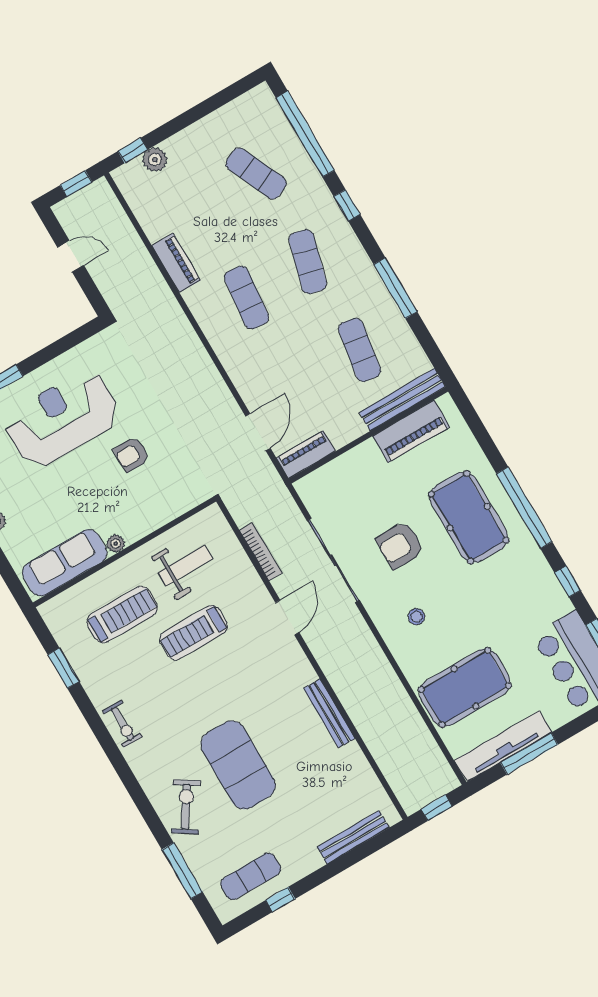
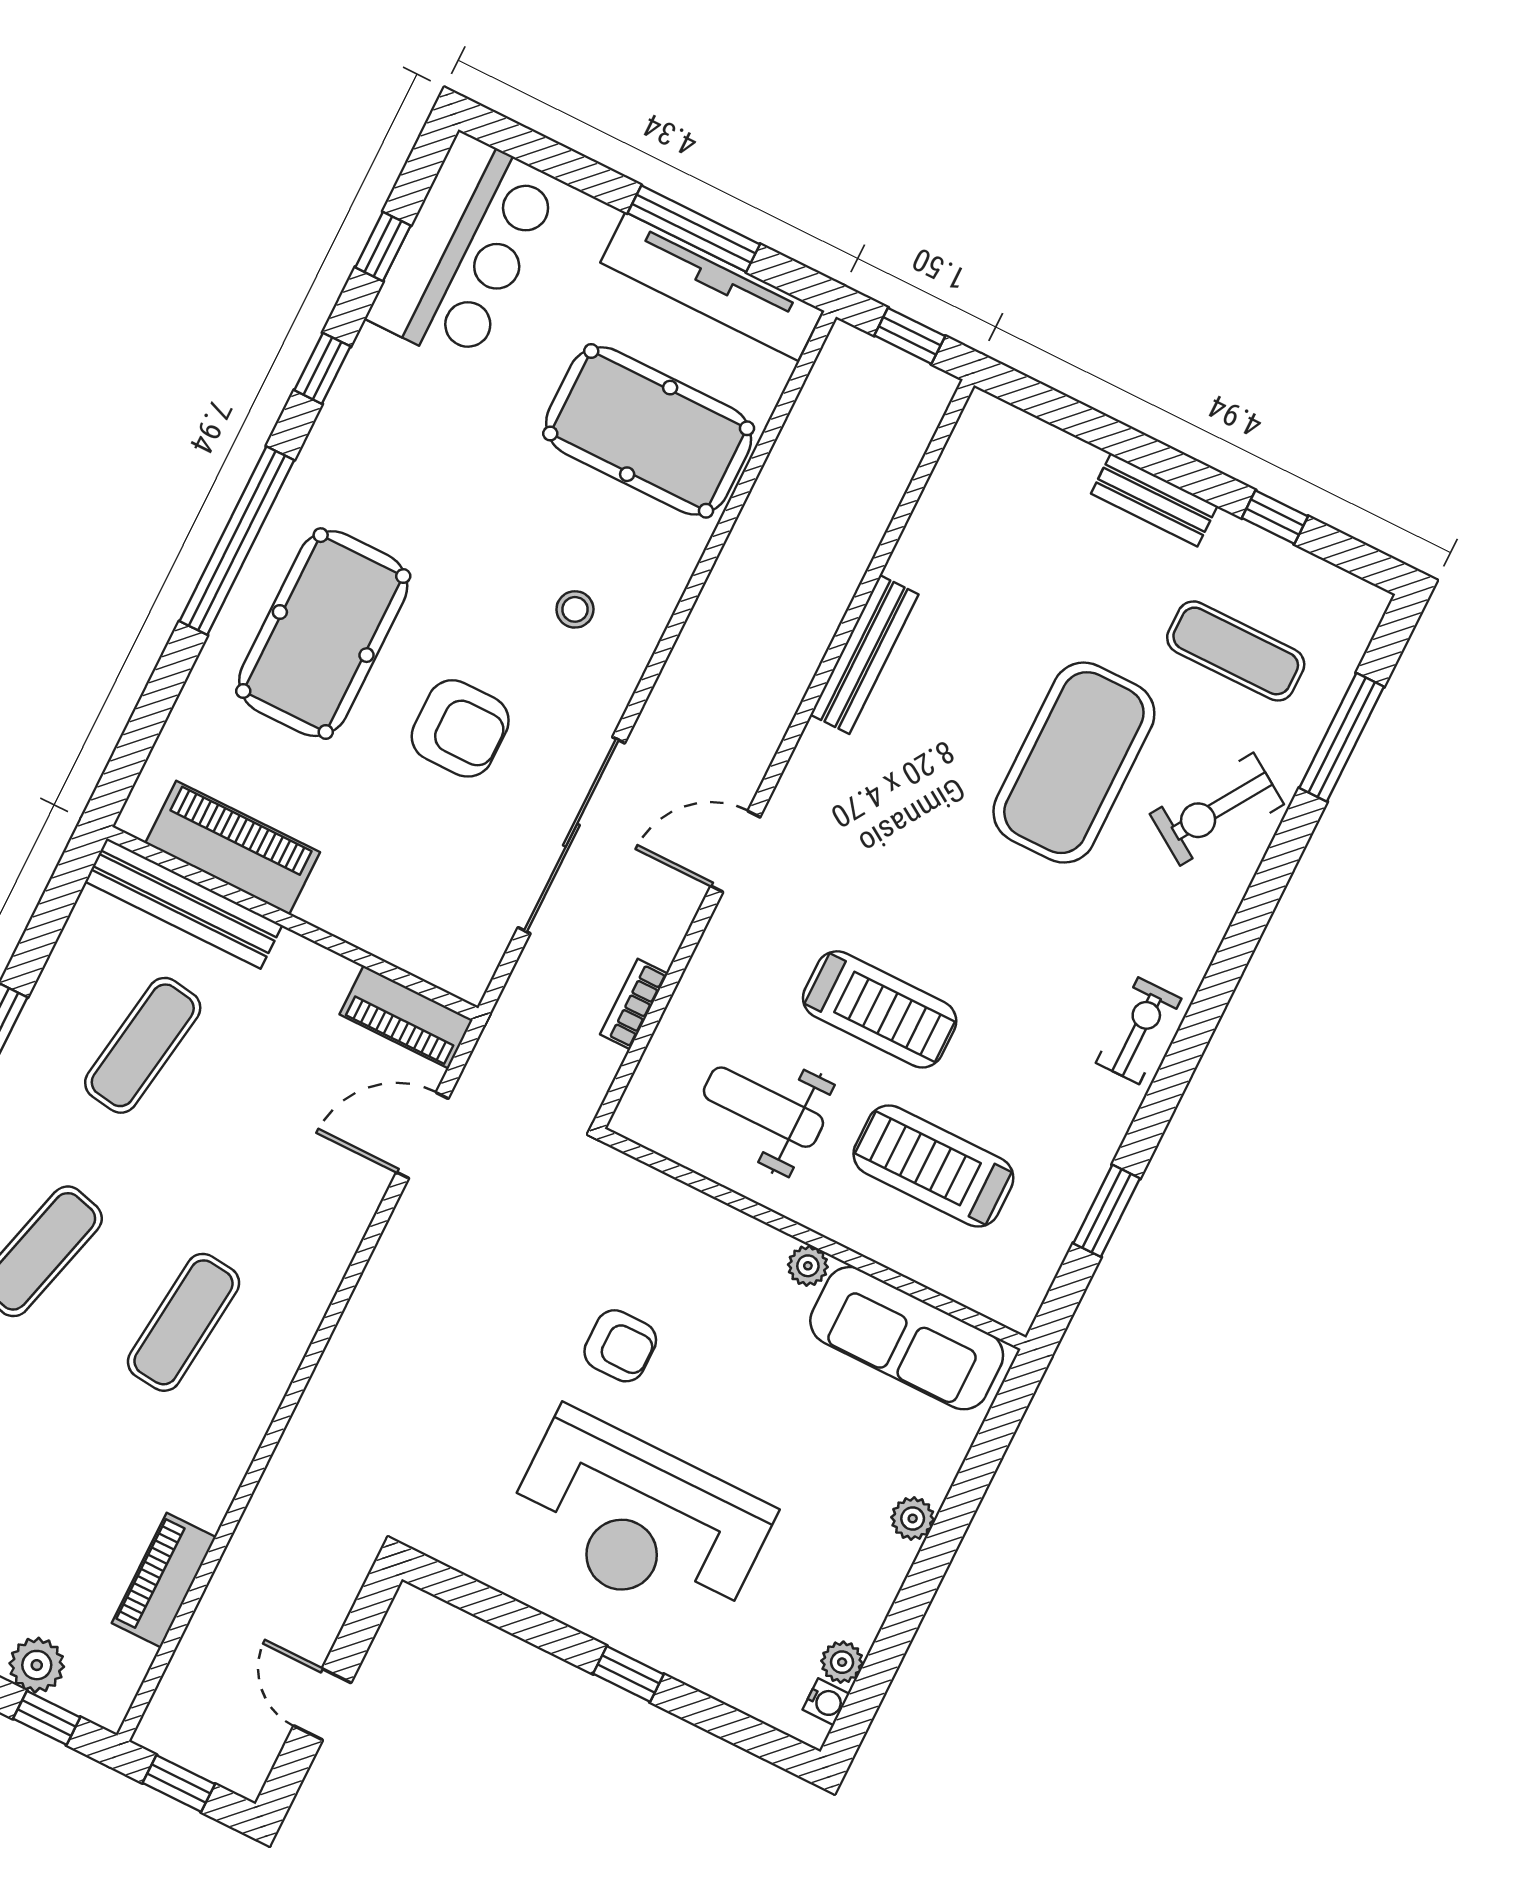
piano: (176, 263) -> (164, 1580), moved
bookcase: (261, 552) -> (634, 1004), width x0.64
bench: (353, 837) -> (1154, 500), moved, width x0.73
exercise mat: (251, 876) -> (1236, 651), moved

